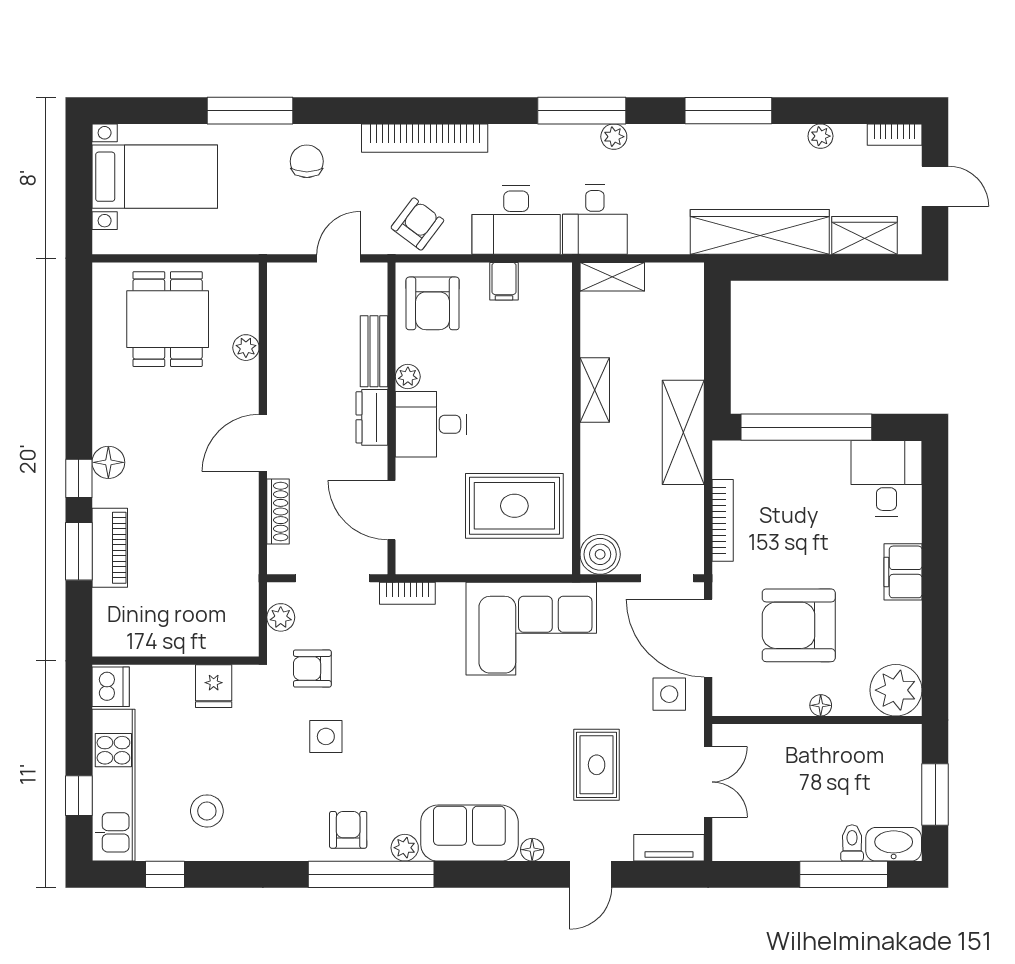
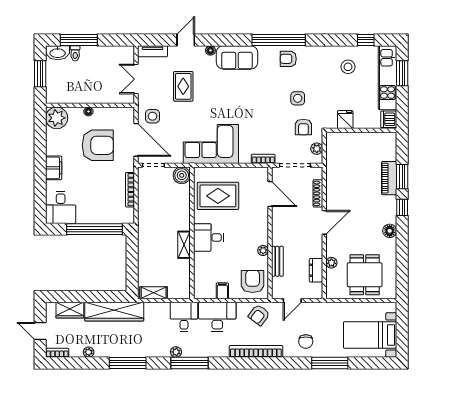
shelving: (612, 277) -> (154, 293), moved
dresser: (372, 417) -> (316, 270), moved, turned 180
desk: (431, 424) -> (208, 237), moved, turned 180
shelving: (683, 432) -> (147, 227), removed
floor lamp: (108, 462) -> (390, 231), moved
armchair: (312, 669) -> (303, 127), turned 90
window: (79, 796) -> (402, 73), width x1.50
armchair: (348, 830) -> (288, 59), turned 90
plant: (405, 848) -> (264, 51), removed

